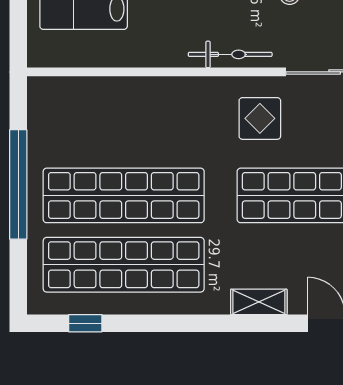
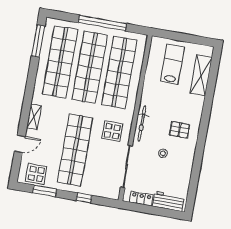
shop shelf: (124, 126) -> (119, 72), added
window: (85, 323) -> (38, 41), width x2.17

